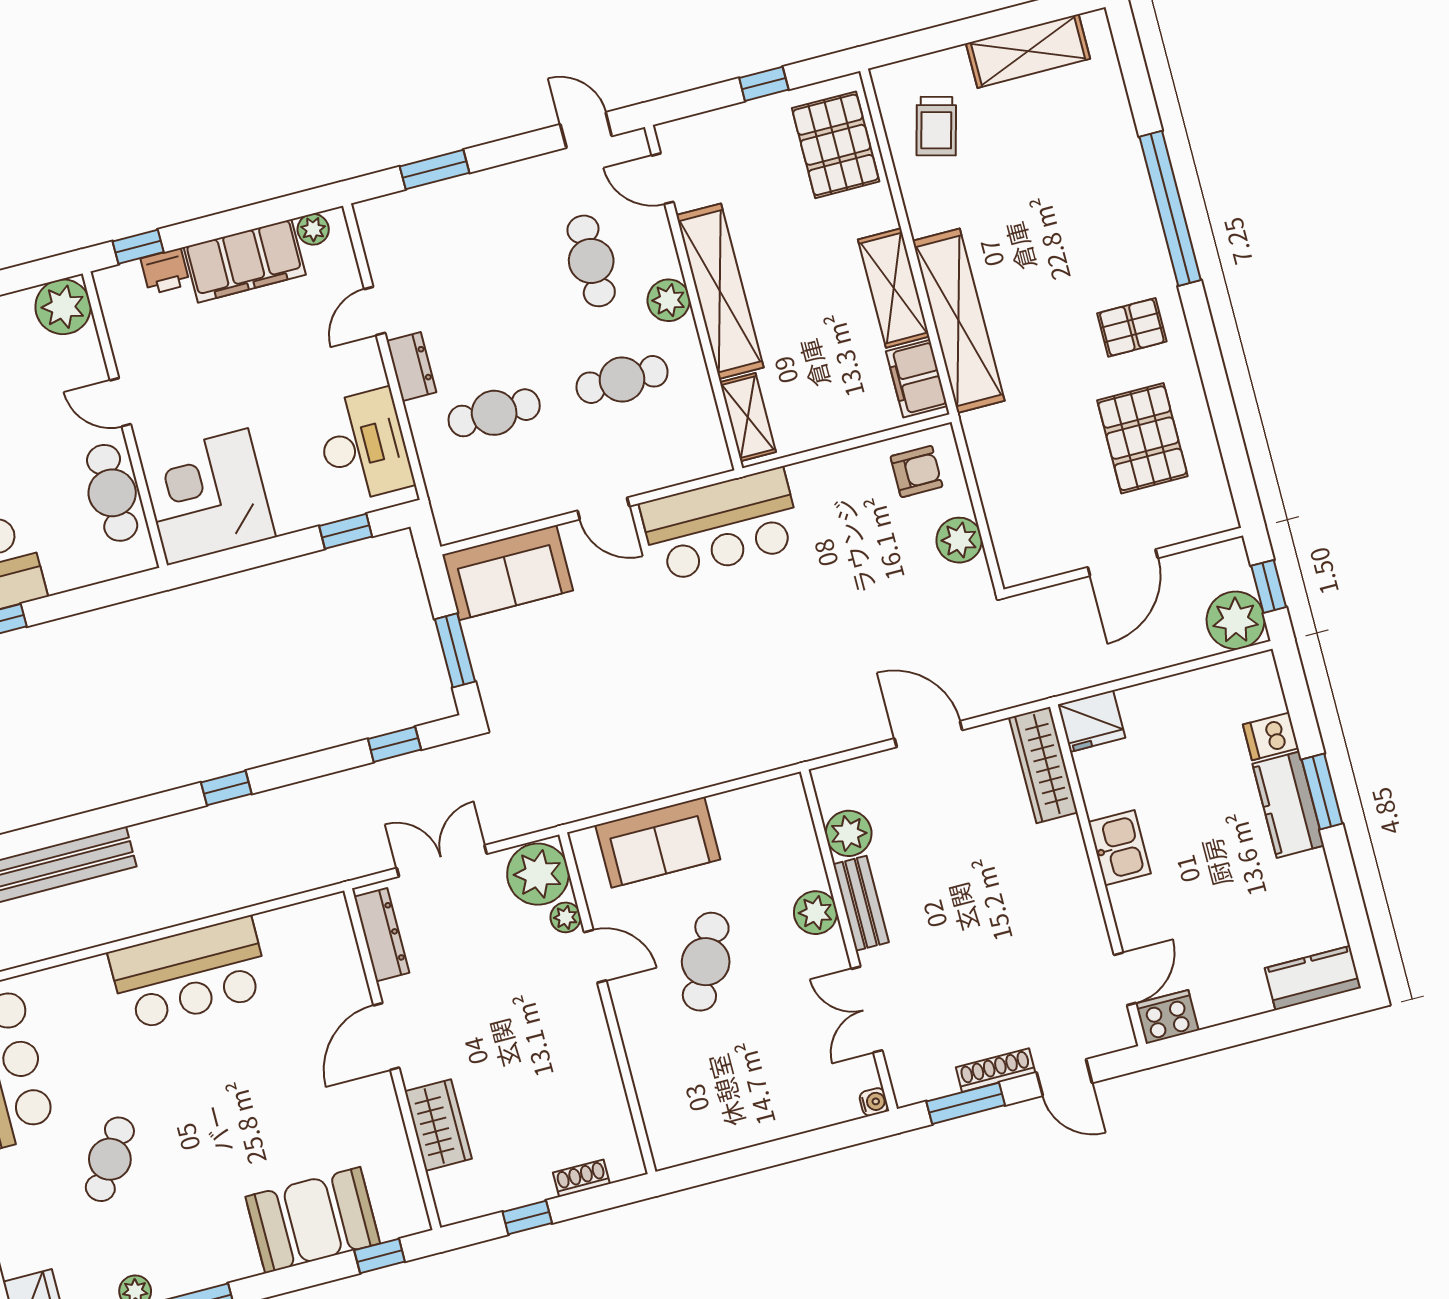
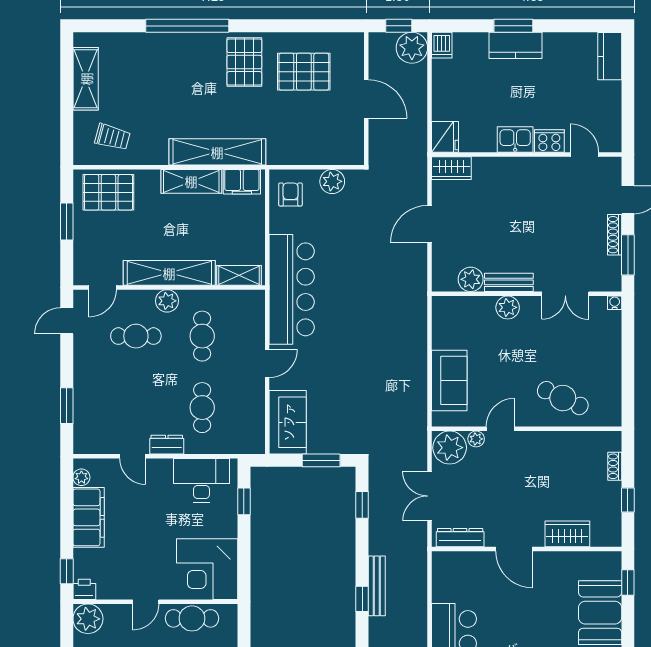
window: (764, 84) -> (67, 222), width x1.50
printer: (165, 271) -> (84, 589), moved, turned -90
pallet: (1132, 327) -> (244, 62), width x1.50, depth x1.42
bar counter: (721, 525) -> (292, 289), width x1.36
dishwasher: (1271, 736) -> (442, 45), moved
wardrobe: (1043, 765) -> (451, 168), width x0.67
bench: (256, 808) -> (377, 586), added
cafe table: (706, 962) -> (563, 398), moved
cooker: (1167, 1017) -> (549, 141), moved, turned 90

